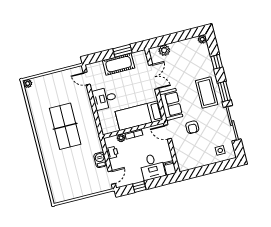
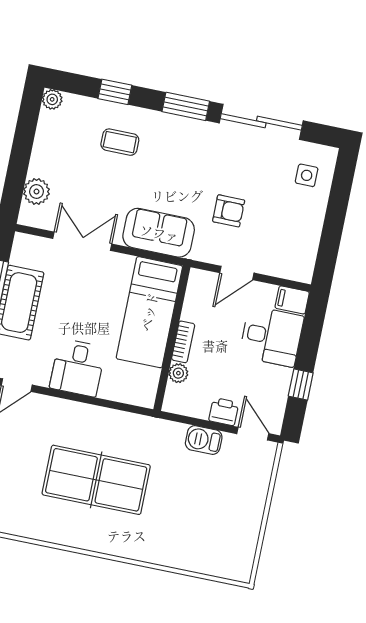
coffee table: (207, 93) -> (120, 142), moved, width x0.54, depth x0.58
door: (168, 132) -> (237, 273), moved
printer: (112, 152) -> (224, 412), moved

